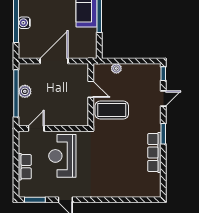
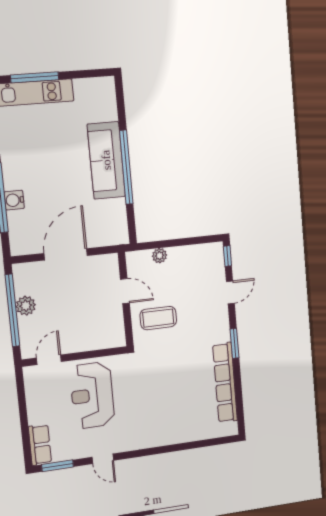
coffee table: (112, 110) -> (158, 318), width x0.73, depth x0.76
row of seats: (154, 152) -> (225, 383), width x1.36
row of seats: (25, 167) -> (40, 445), moved

